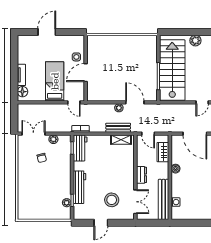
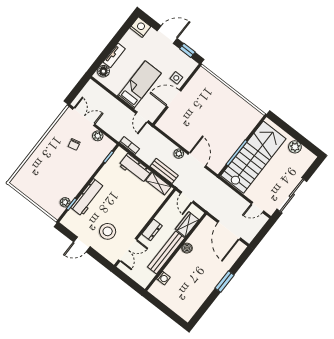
window: (69, 32) -> (187, 50), added
nightstand: (24, 41) -> (140, 27), added
workbench: (80, 148) -> (135, 168), moved, turned 90
bench: (164, 199) -> (166, 253), moved

